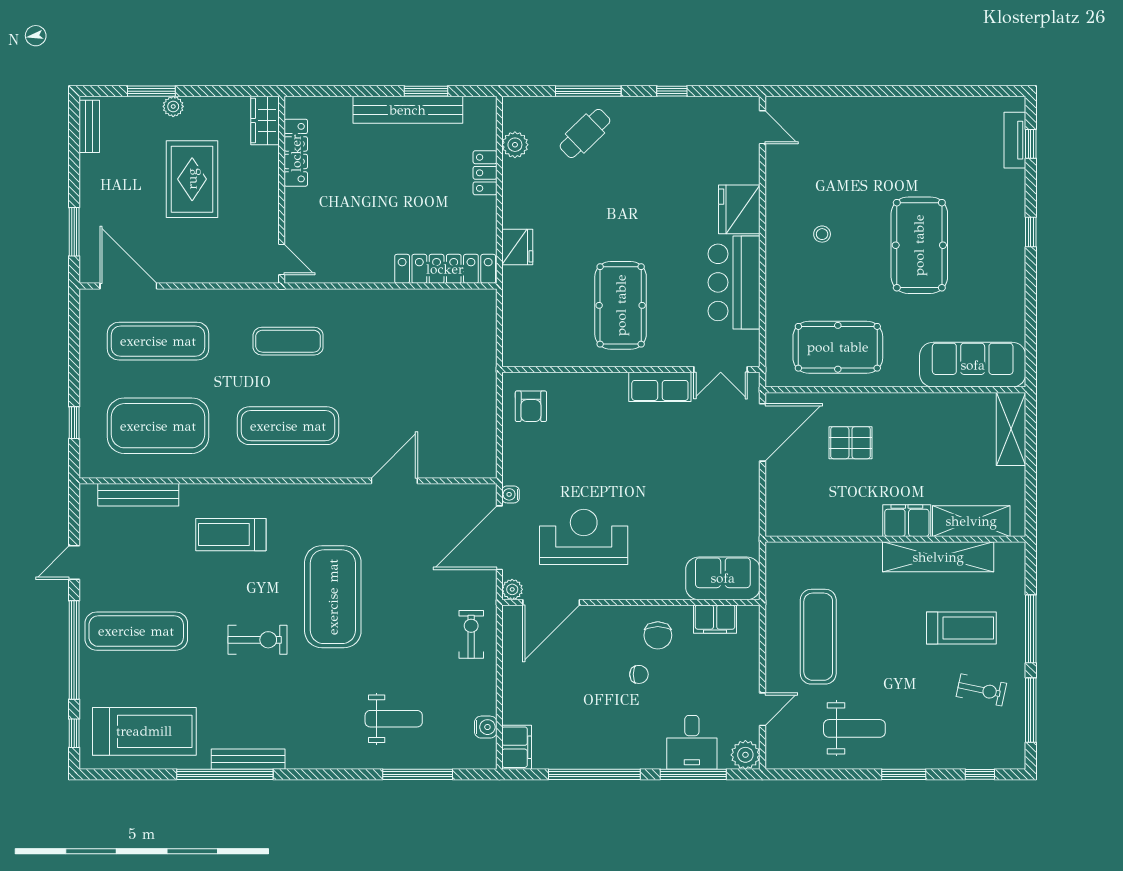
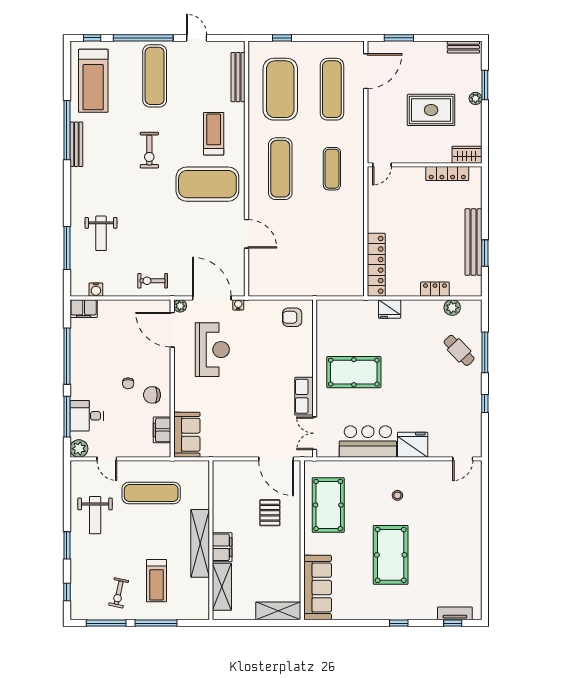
pool table: (919, 245) -> (391, 555), turned 90
shelving: (938, 557) -> (200, 543), moved
exercise mat: (333, 597) -> (207, 184), moved
exercise bike: (471, 634) -> (153, 281), turned 180

